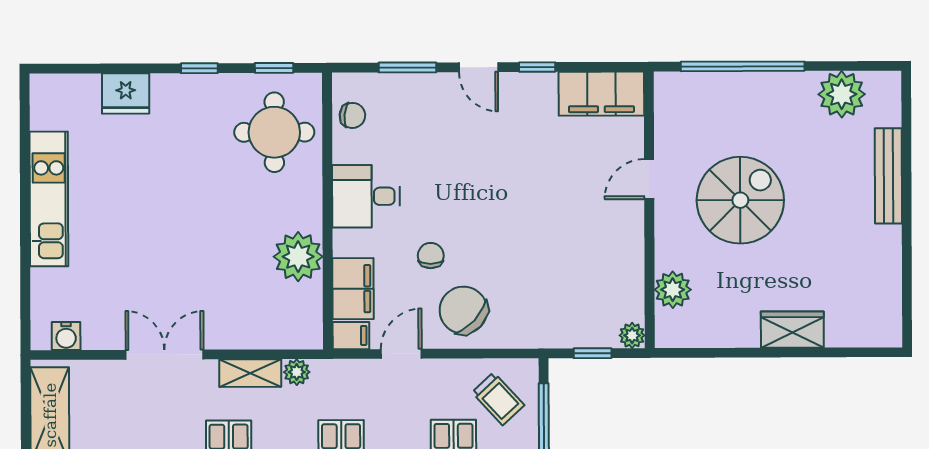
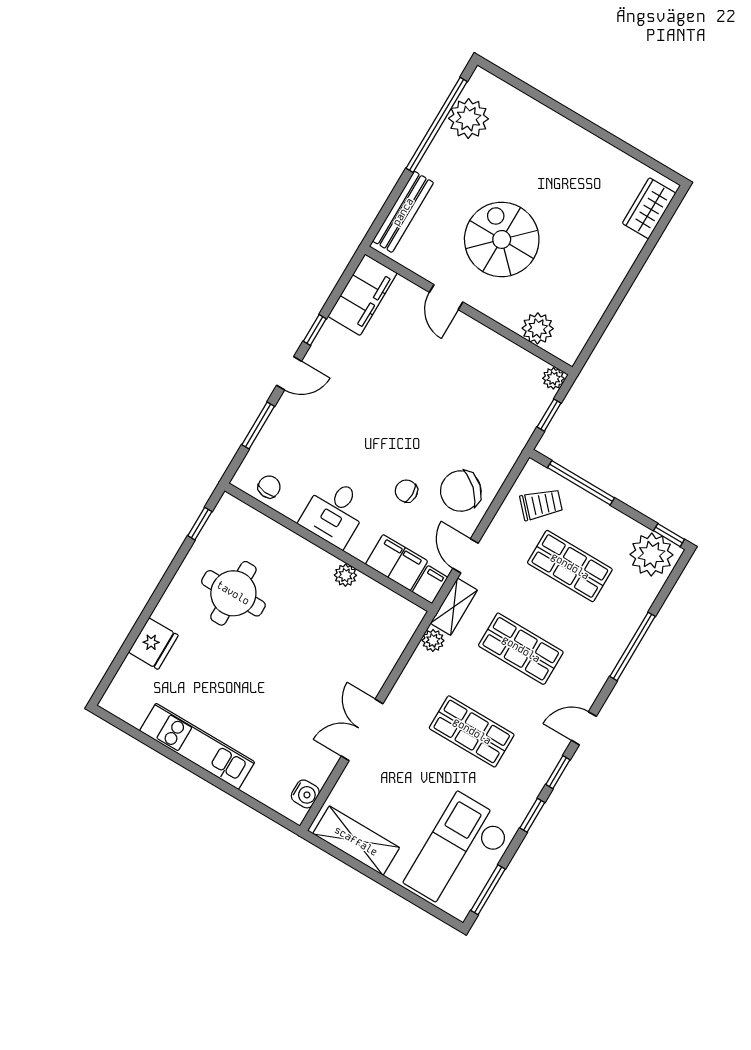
window: (743, 66) -> (437, 125), moved
window: (199, 68) -> (167, 578), removed
round table: (274, 132) -> (233, 593), moved
bench: (888, 176) -> (403, 212), moved, turned 90
plant: (298, 257) -> (345, 575), width x0.53, depth x0.53
wardrobe: (792, 330) -> (649, 208), moved
shelving: (250, 373) -> (454, 607), moved

